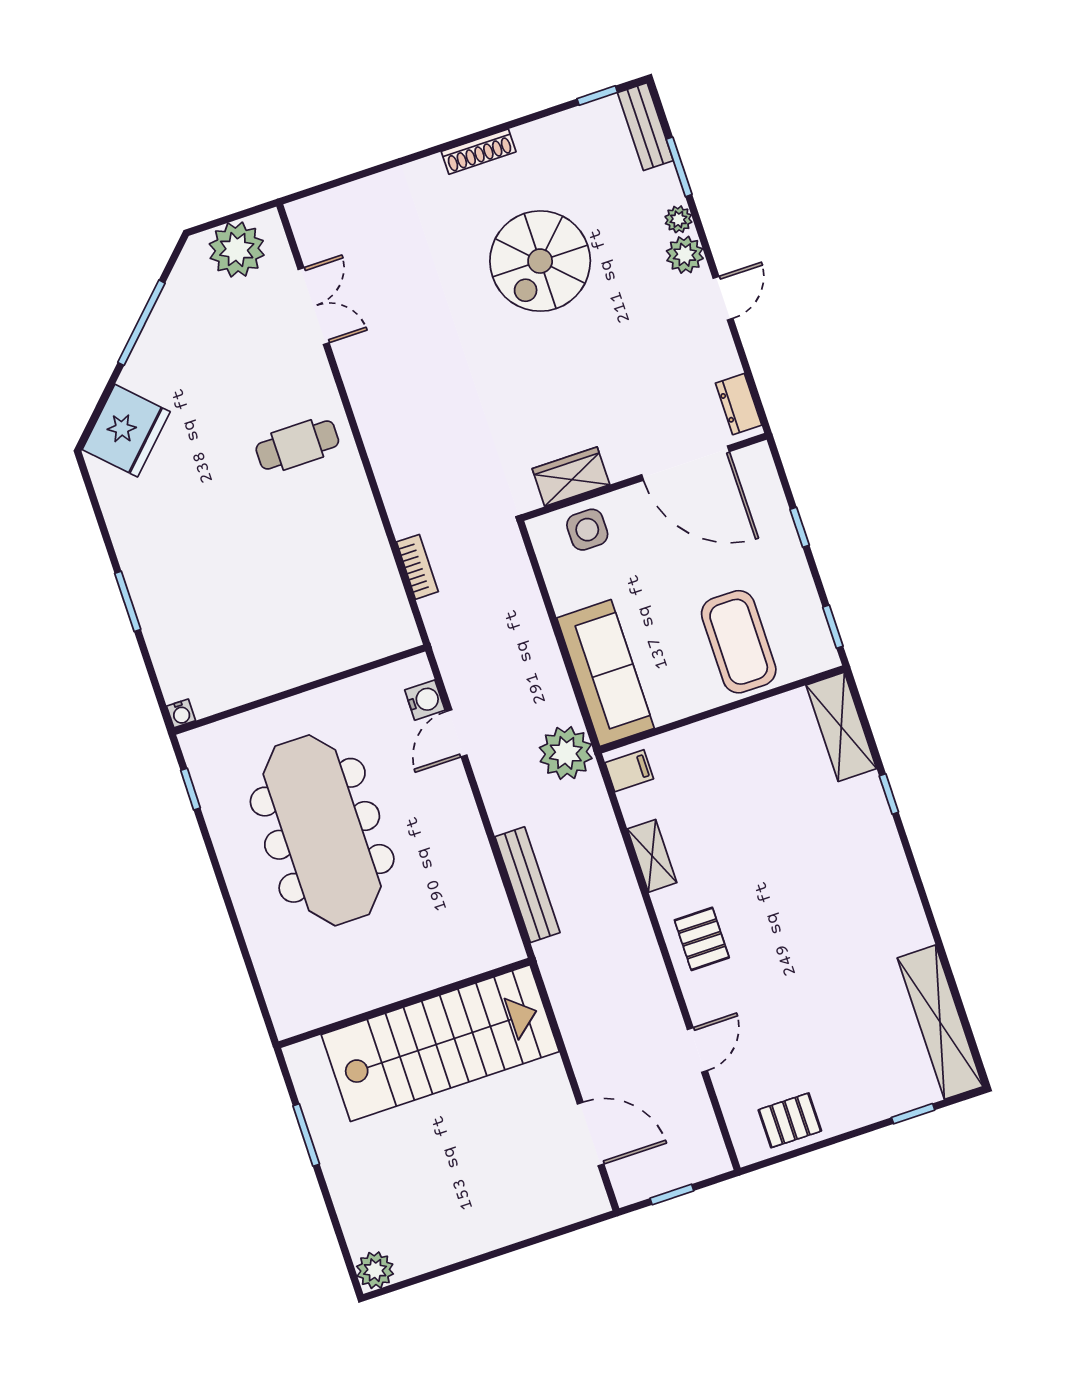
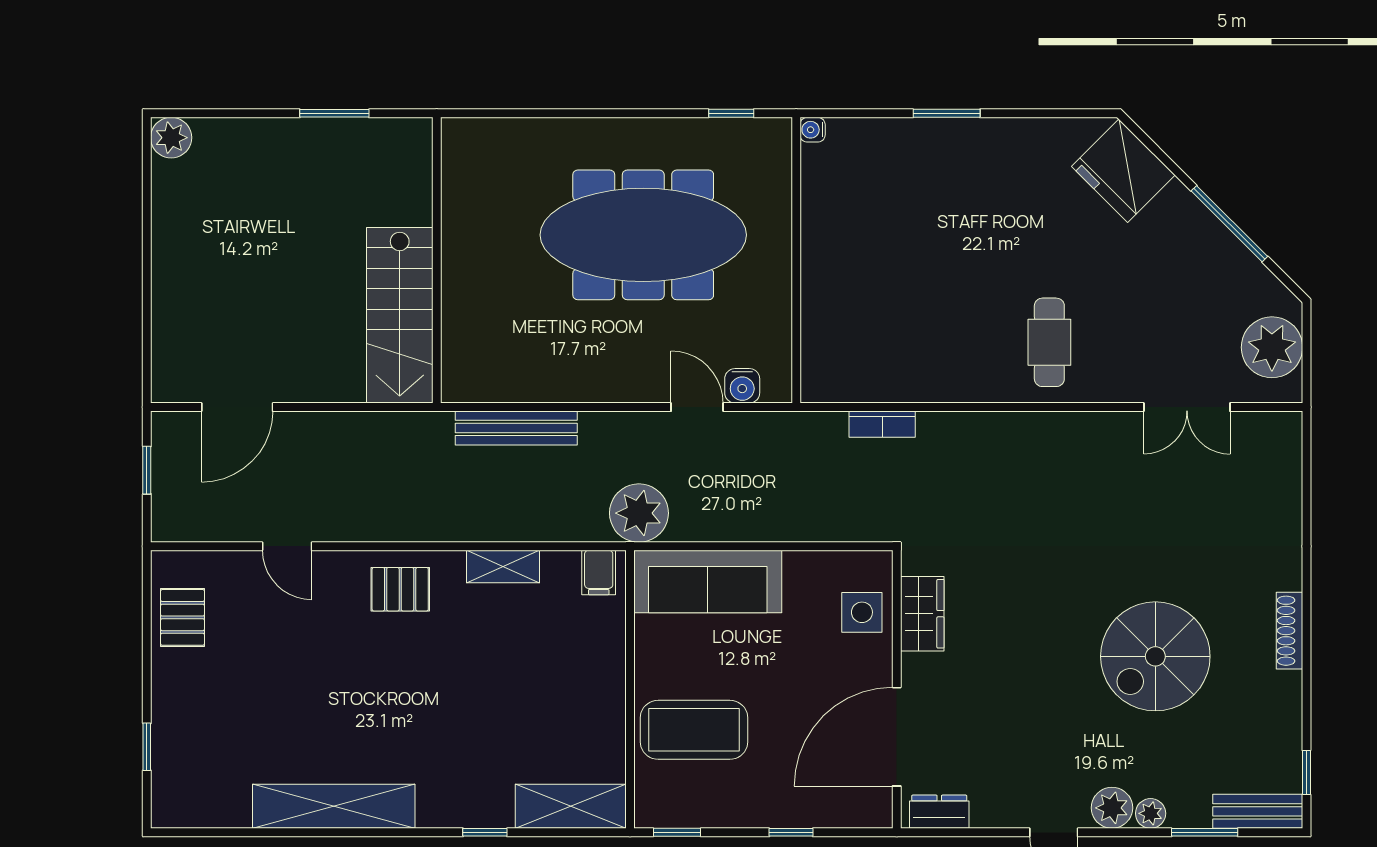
spiral stairs: (540, 261) -> (1155, 656), turned -90
shelving: (940, 1022) -> (334, 806), moved
stairs: (440, 1043) -> (400, 315), width x0.73, depth x0.66

